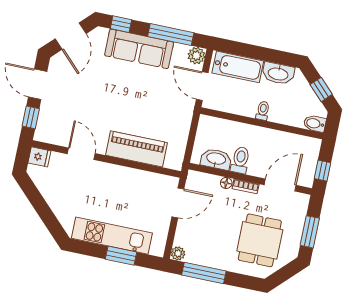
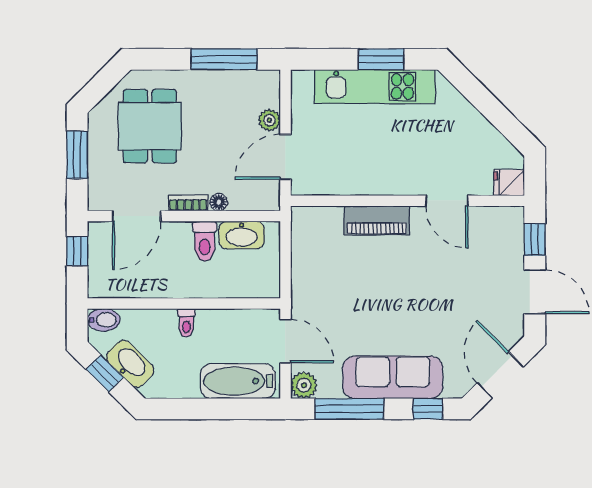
washbasin: (278, 73) -> (130, 364), moved, turned 45
piano: (137, 149) -> (377, 220), width x0.73, depth x0.75
plant: (178, 253) -> (269, 120), moved
window: (121, 256) -> (381, 59), moved

